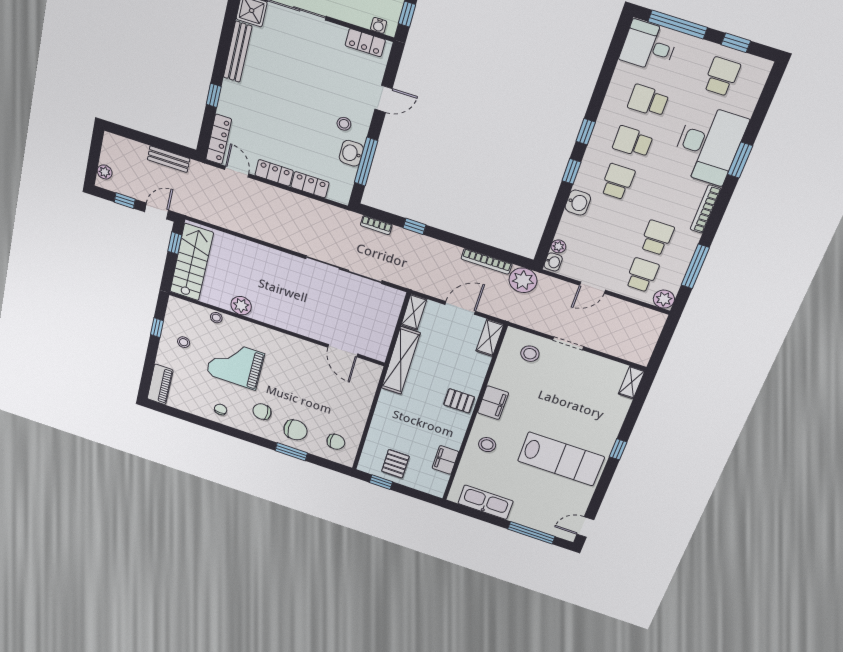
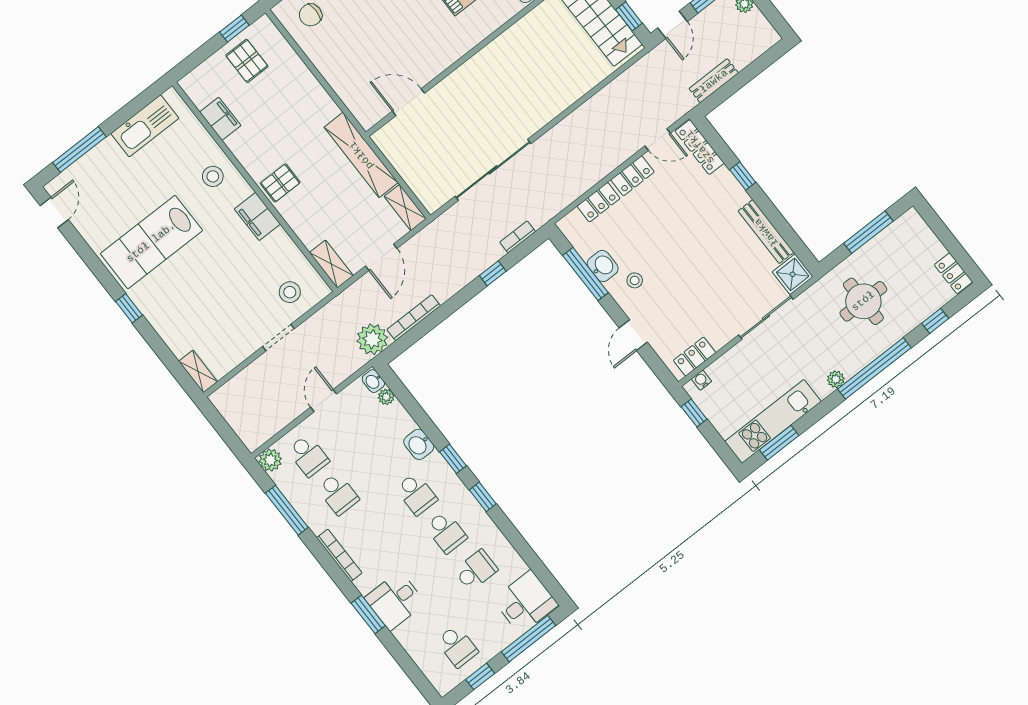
school desk: (633, 142) -> (446, 532), turned 90
desk: (709, 145) -> (395, 601), width x0.53, depth x0.77
plant: (241, 306) -> (522, 33), removed

